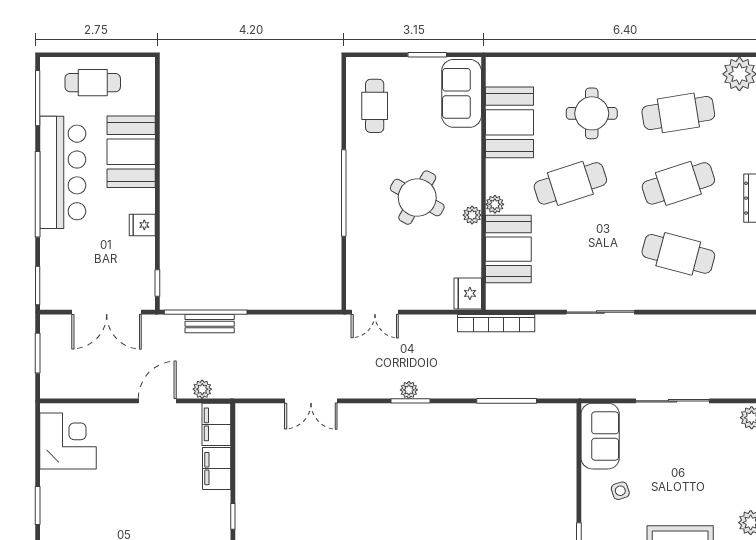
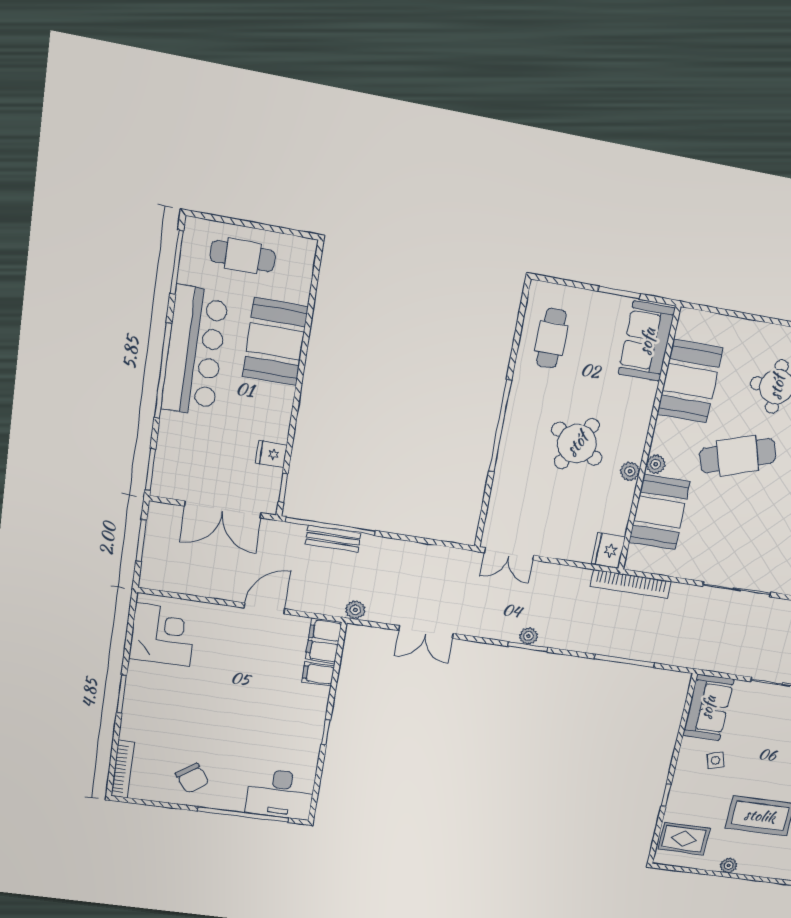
fridge: (142, 225) -> (271, 454), moved
plant: (202, 389) -> (355, 610), moved
filing cabinet: (217, 469) -> (318, 674), width x0.50

